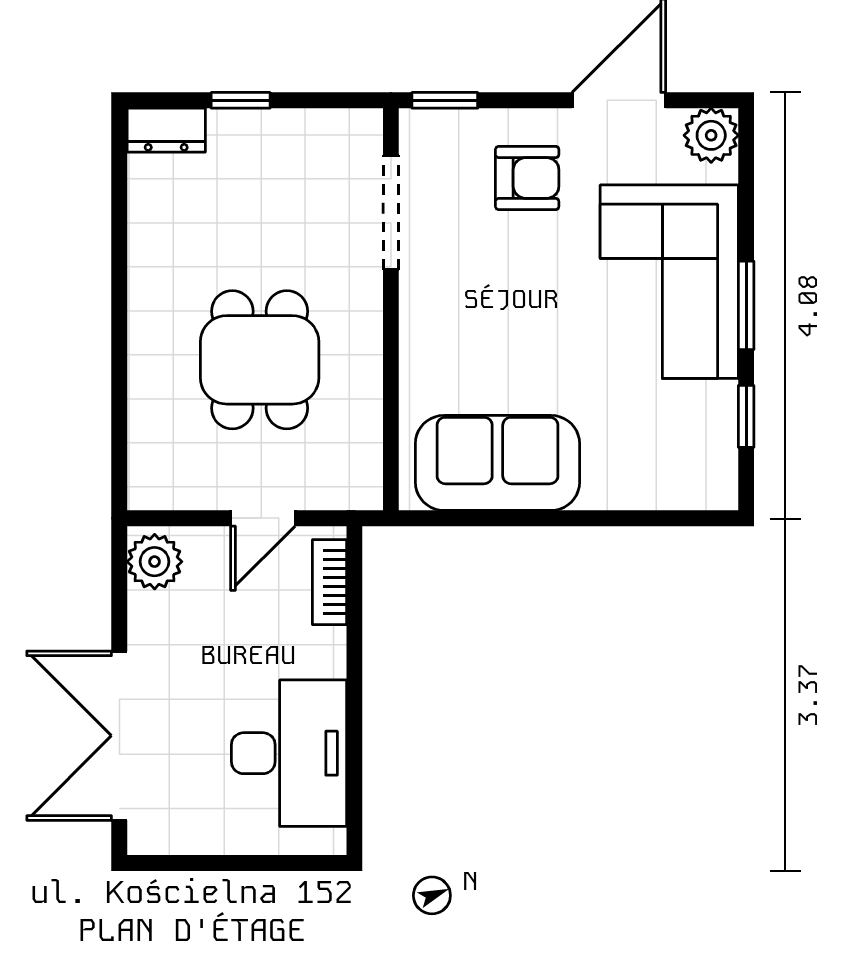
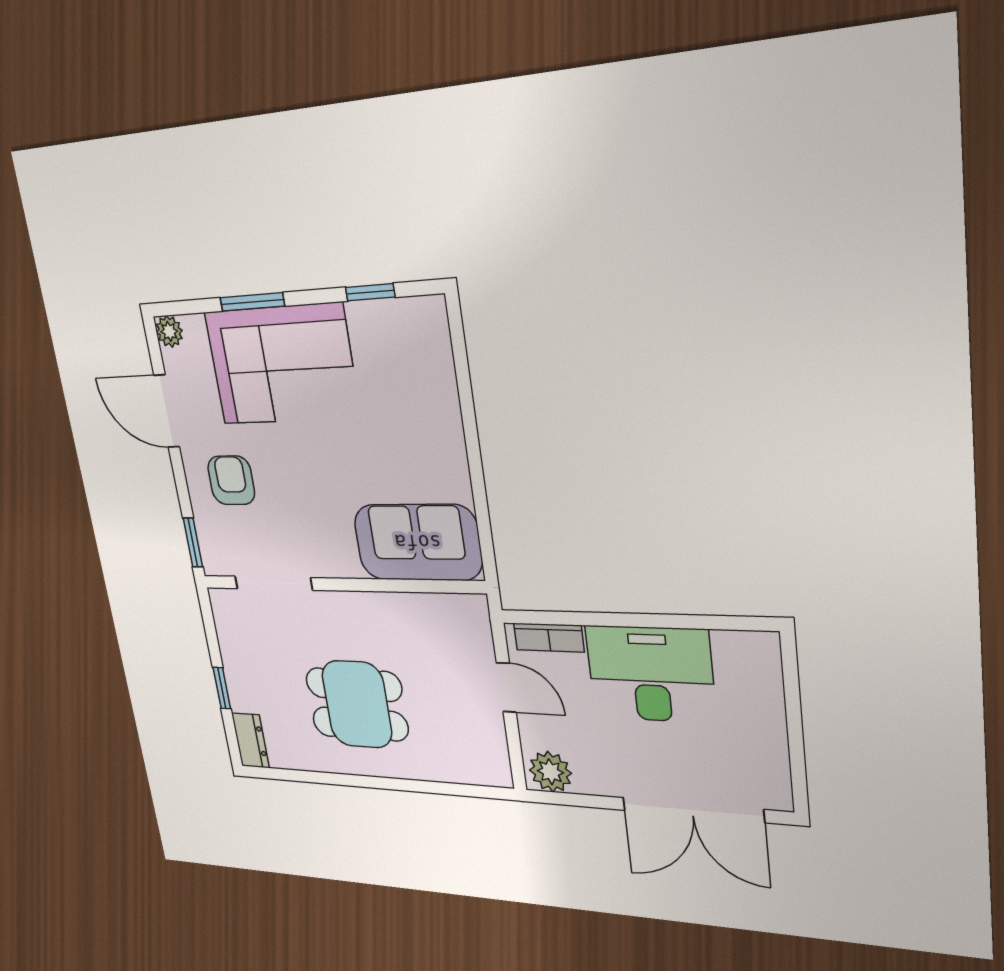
plant: (711, 135) -> (169, 331), width x0.73, depth x0.73
window: (746, 305) -> (252, 302), moved
dining table: (260, 360) -> (357, 704), moved
sofa: (497, 463) -> (418, 542), moved, turned 90
desk: (289, 753) -> (650, 674), moved

